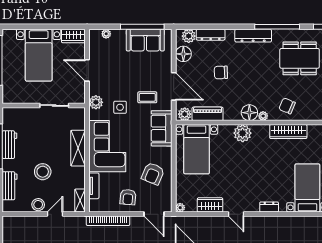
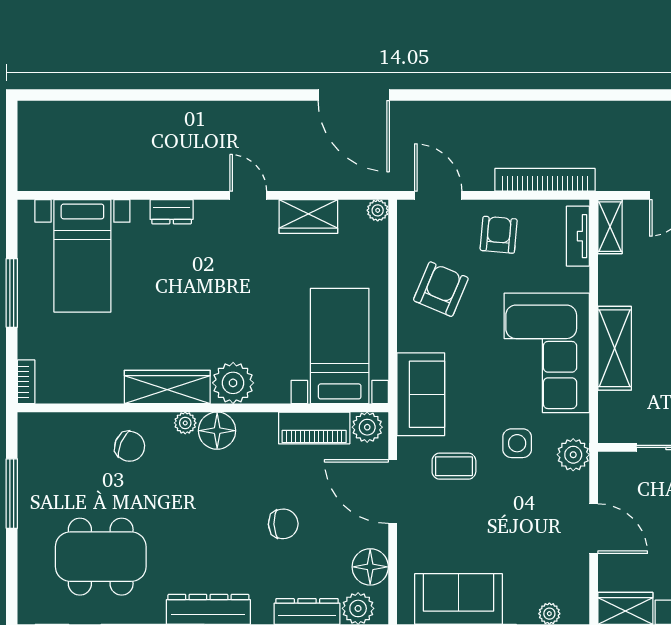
wardrobe: (288, 132) -> (167, 387), moved
tv unit: (94, 186) -> (578, 236), moved

